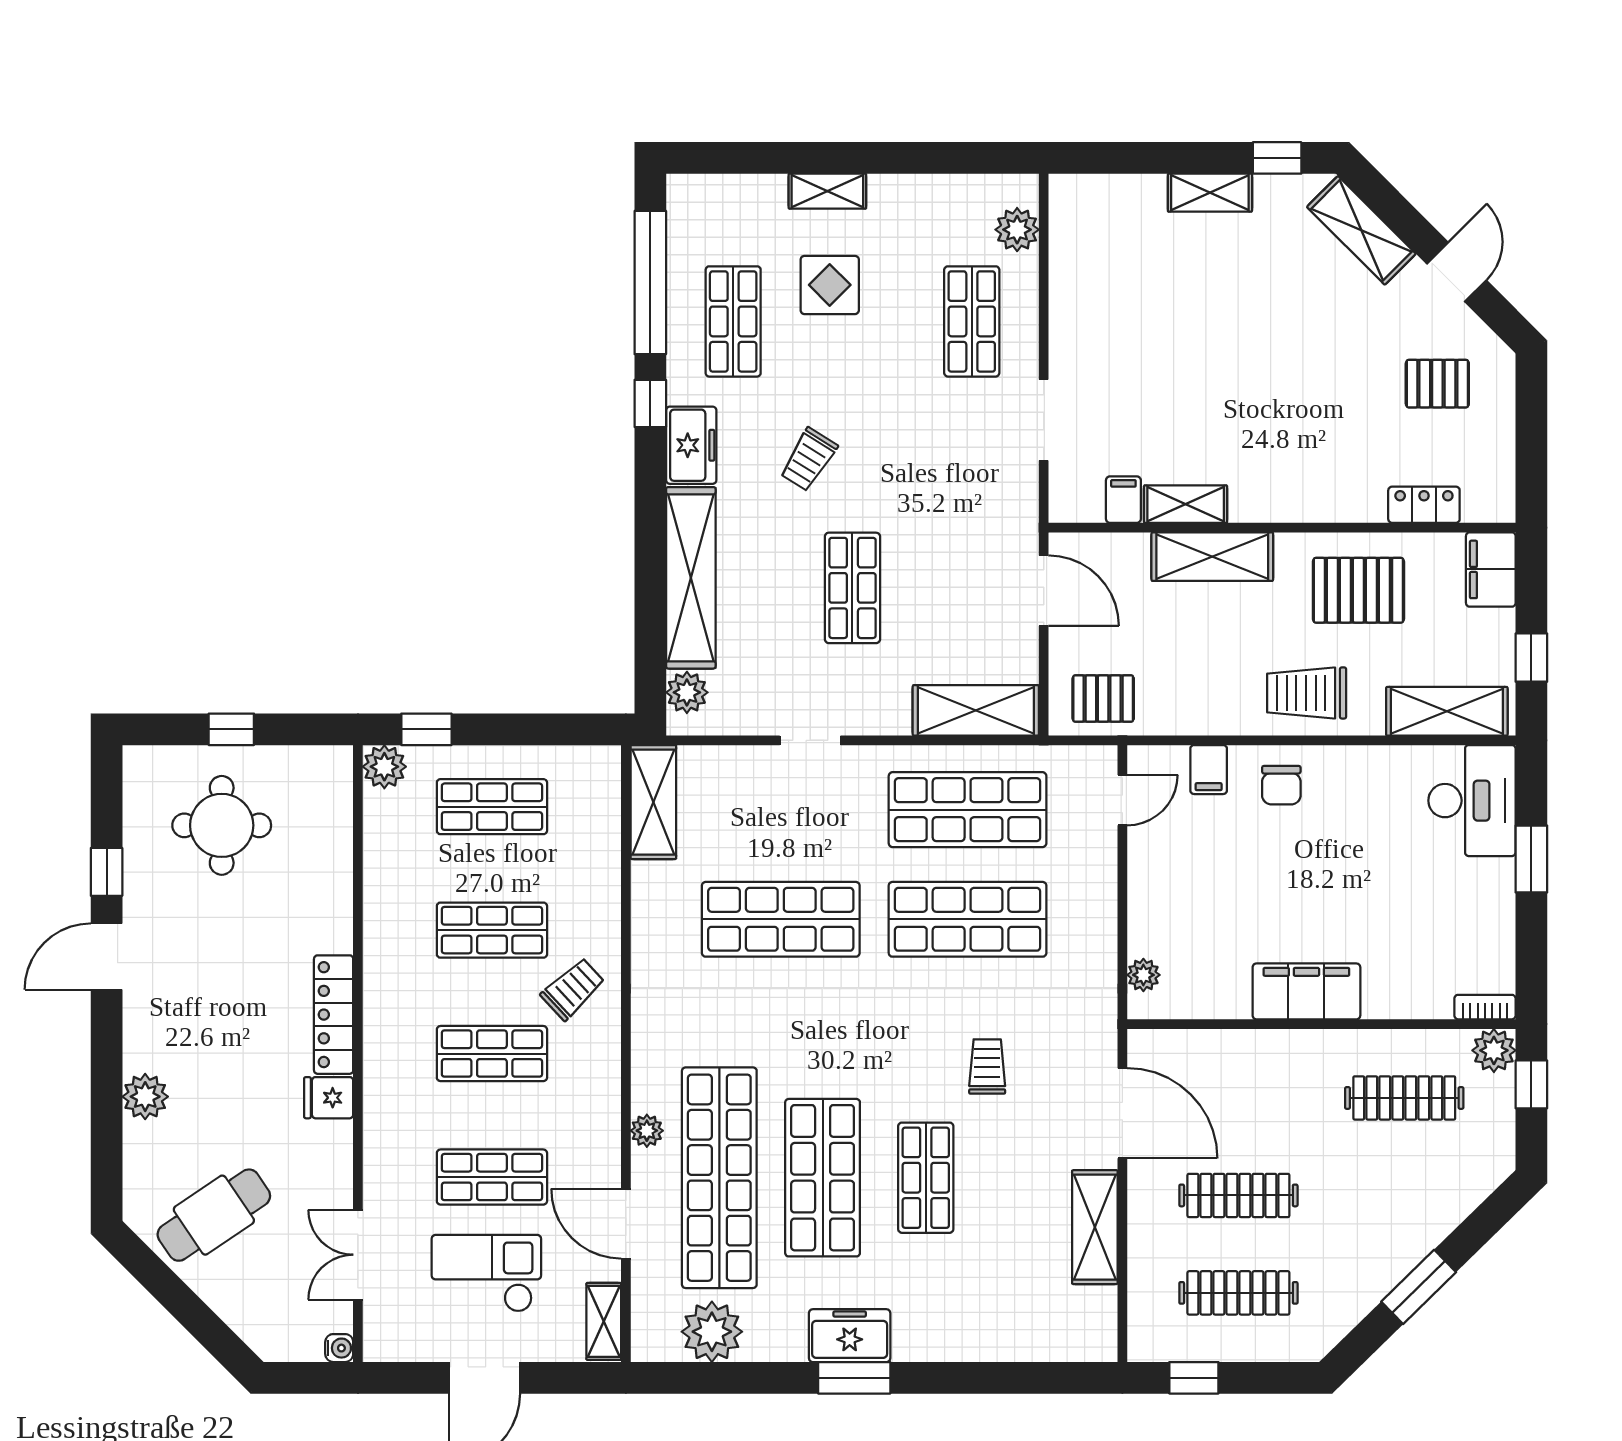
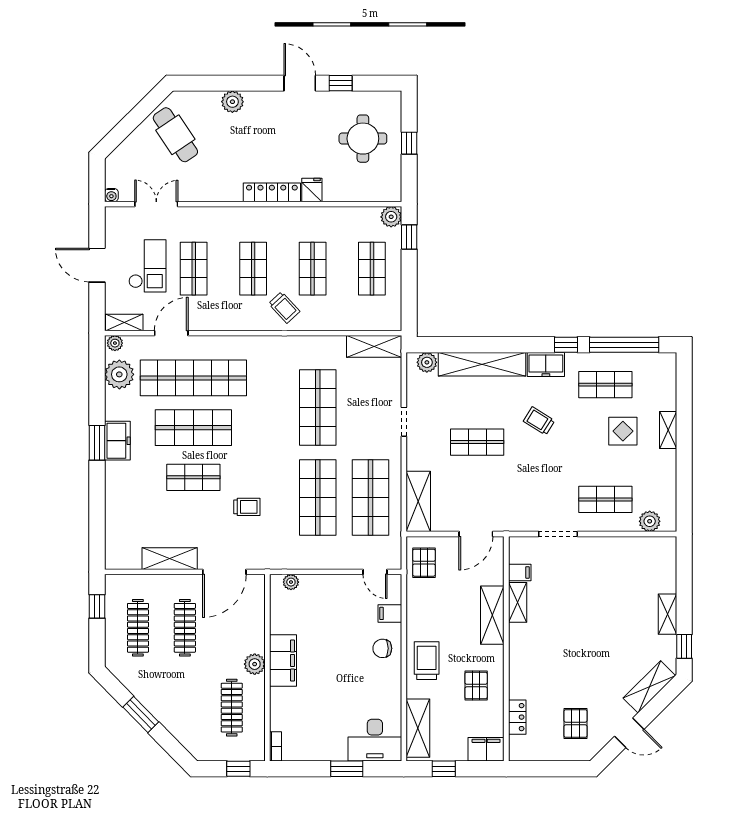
pallet: (1358, 590) -> (476, 686), width x0.67, depth x0.71
plant: (1494, 1050) -> (255, 664), moved
fridge: (329, 1098) -> (312, 190), moved
plant: (647, 1131) -> (115, 343), moved

